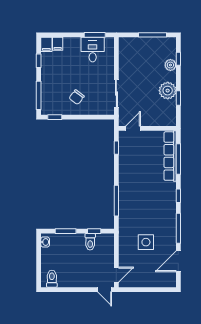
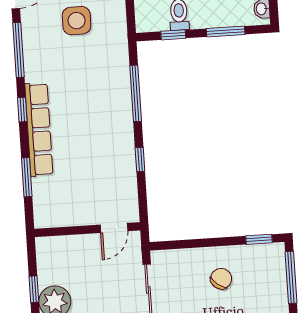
window: (116, 148) -> (140, 160), moved
row of seats: (170, 156) -> (39, 130), moved
window: (178, 159) -> (27, 177), width x0.69

